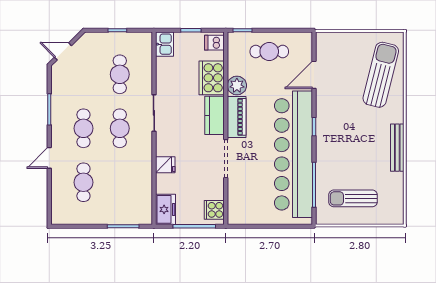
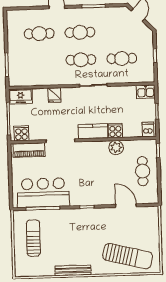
cooker: (212, 78) -> (115, 131), width x0.53, depth x0.76
piano: (237, 117) -> (29, 150), moved
bar counter: (293, 154) -> (43, 193), width x0.54

